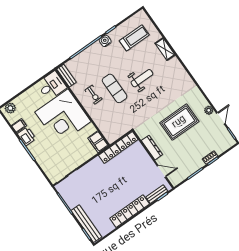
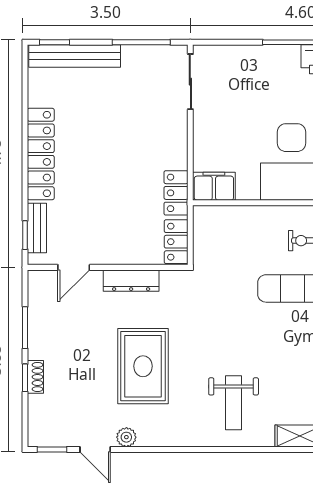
weight bench: (142, 78) -> (234, 403), moved

